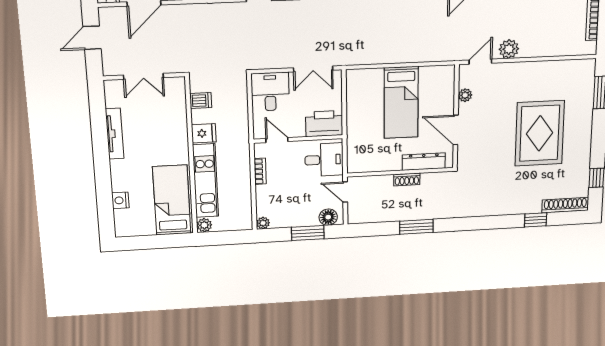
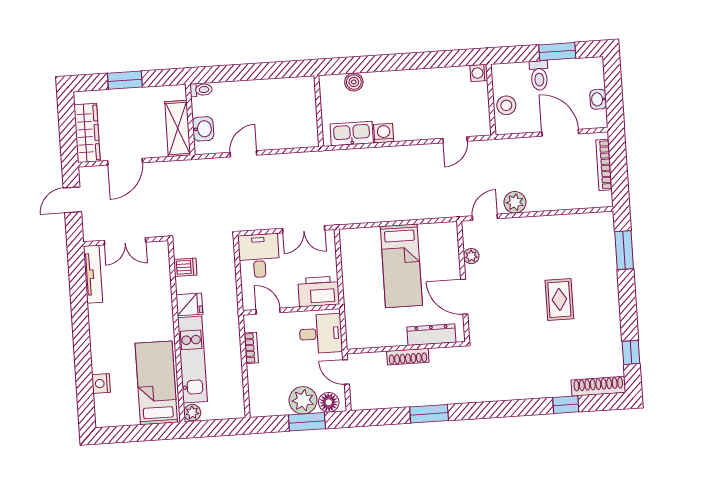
rug: (540, 133) -> (559, 299), width x0.54, depth x0.49
tv unit: (115, 134) -> (93, 274), moved
shoe rack: (407, 179) -> (408, 357), width x1.43
plant: (263, 223) -> (303, 400), moved, width x1.88, depth x1.88

